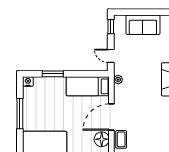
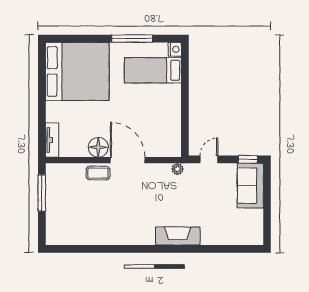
sofa: (143, 25) -> (250, 186), moved
window: (53, 74) -> (185, 82), removed
bed: (88, 86) -> (153, 70), moved, turned -90

